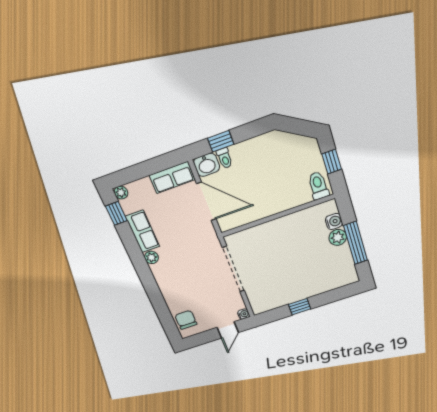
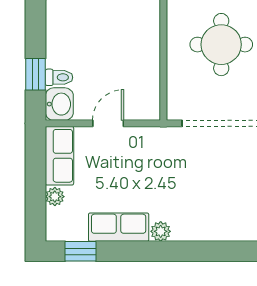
plant: (121, 193) -> (55, 197), moved
door: (206, 201) -> (108, 123), width x0.53
round table: (283, 253) -> (221, 45), added

